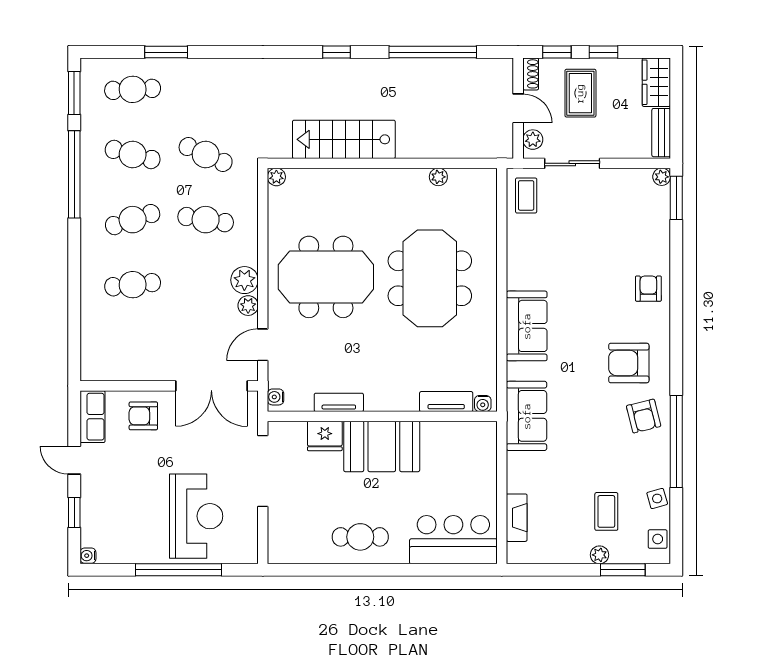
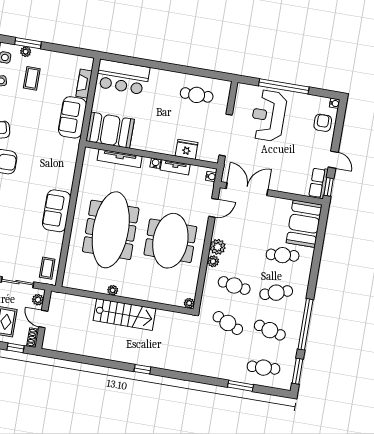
window: (433, 52) -> (87, 360), removed
stairs: (344, 139) -> (124, 314), moved
plant: (438, 177) -> (113, 290), moved
meeting table: (326, 277) -> (170, 241), turned 90
meeting table: (430, 278) -> (111, 230), width x1.36
plant: (248, 306) -> (213, 261), moved
sofa: (527, 326) -> (57, 211), moved
booth: (105, 344) -> (304, 224), added
tv unit: (446, 402) -> (120, 158), width x1.41
water cooler: (483, 404) -> (155, 163), moved
armchair: (143, 416) -> (323, 123), moved, turned -90
sofa: (527, 416) -> (72, 117), moved
booth: (382, 446) -> (110, 130), moved
window: (74, 513) -> (329, 187), moved
cafe table: (360, 537) -> (197, 95), moved
plant: (600, 555) -> (26, 52), moved

